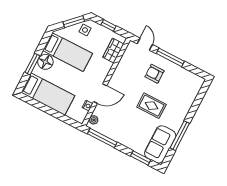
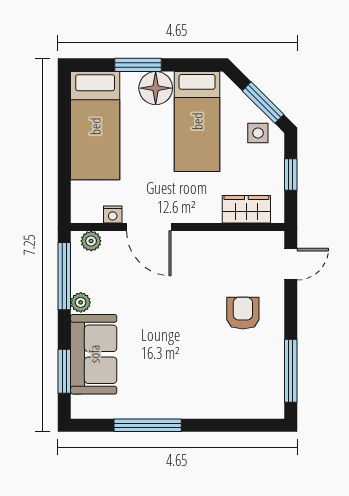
window: (170, 57) -> (291, 371), moved
rug: (151, 106) -> (177, 340), removed
plant: (116, 137) -> (81, 302), added
sofa: (160, 144) -> (94, 354), moved, turned 90

